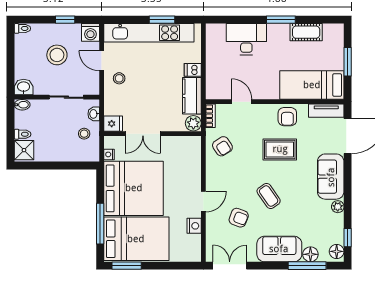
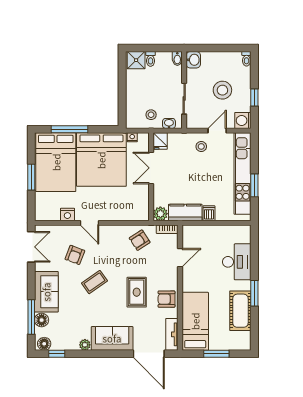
cot: (306, 32) -> (240, 311), width x1.37, depth x1.34
window: (127, 266) -> (31, 177), moved

